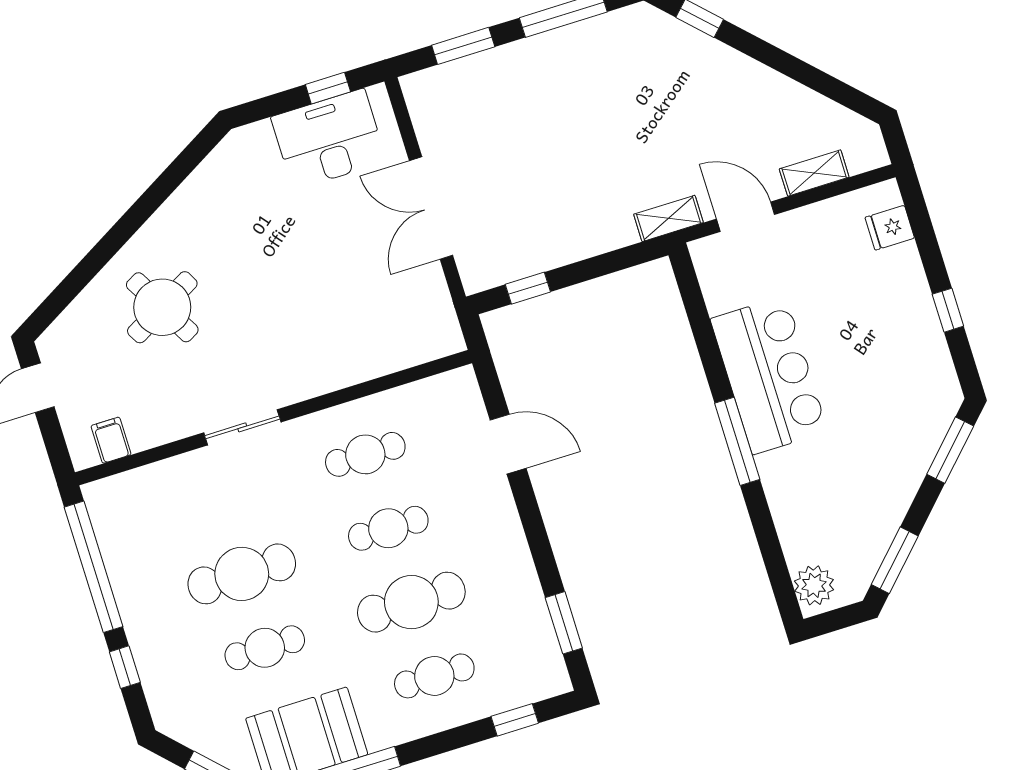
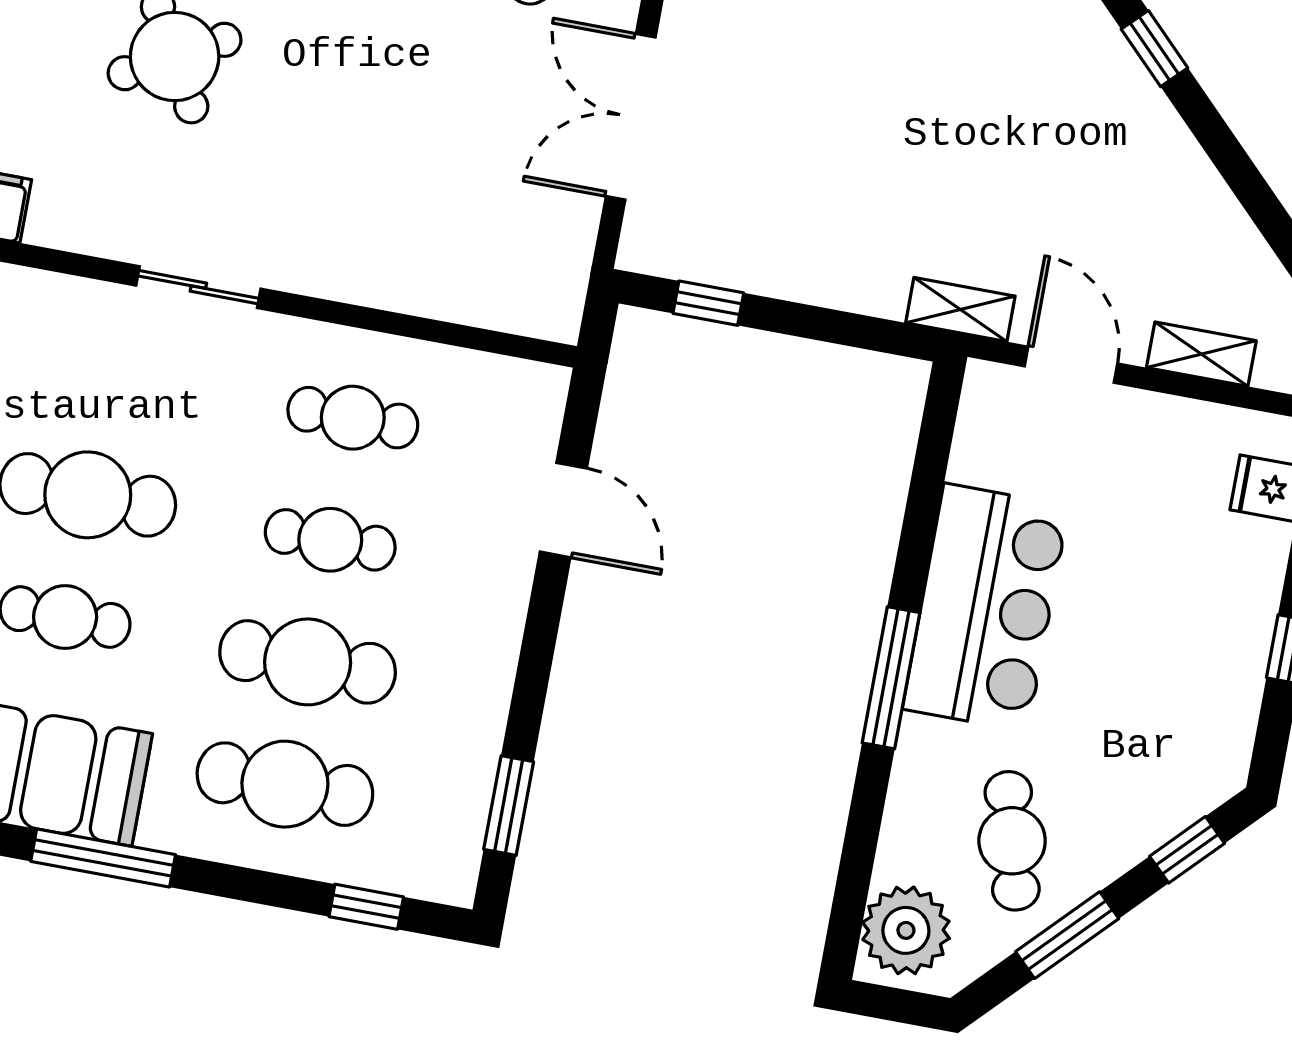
window: (950, 450) -> (1187, 850), width x0.67
cafe table: (851, 496) -> (1012, 841), added
window: (895, 560) -> (1067, 935), moved
plant: (814, 585) -> (906, 930), width x1.36, depth x1.36
cafe table: (434, 676) -> (285, 784), width x1.37, depth x1.35

